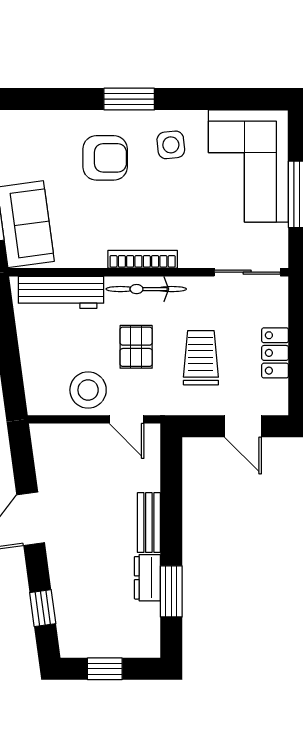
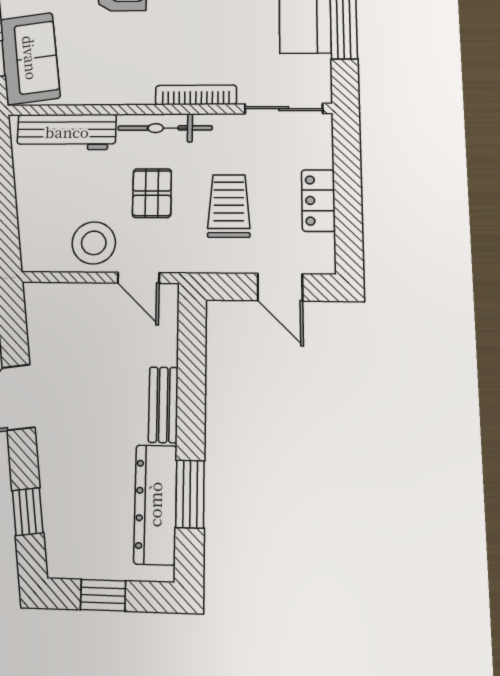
bookcase: (143, 259) -> (196, 95), moved
dresser: (147, 578) -> (155, 504), width x1.96, depth x1.24

